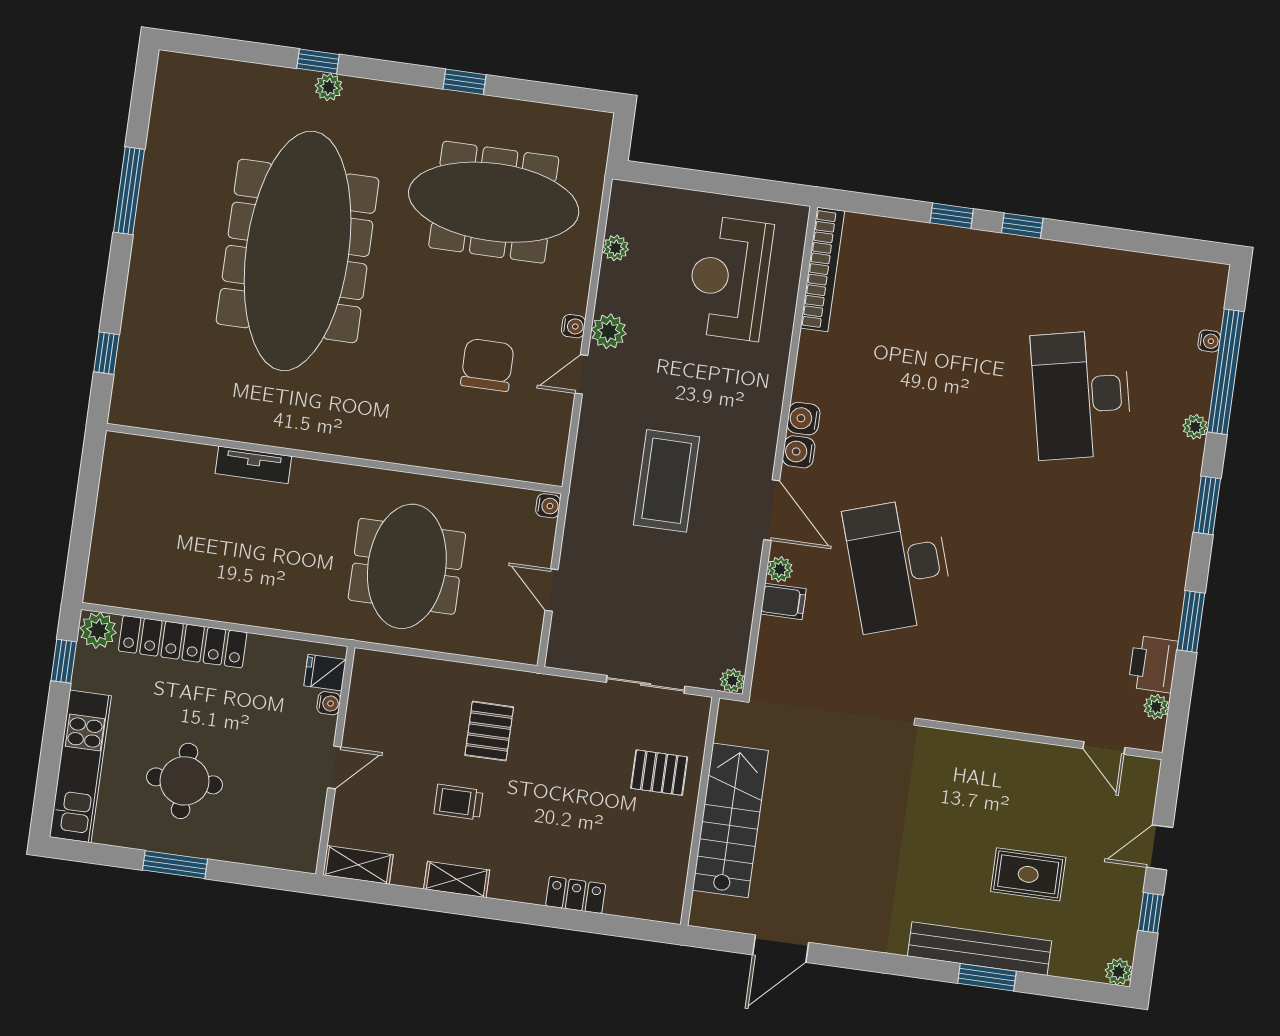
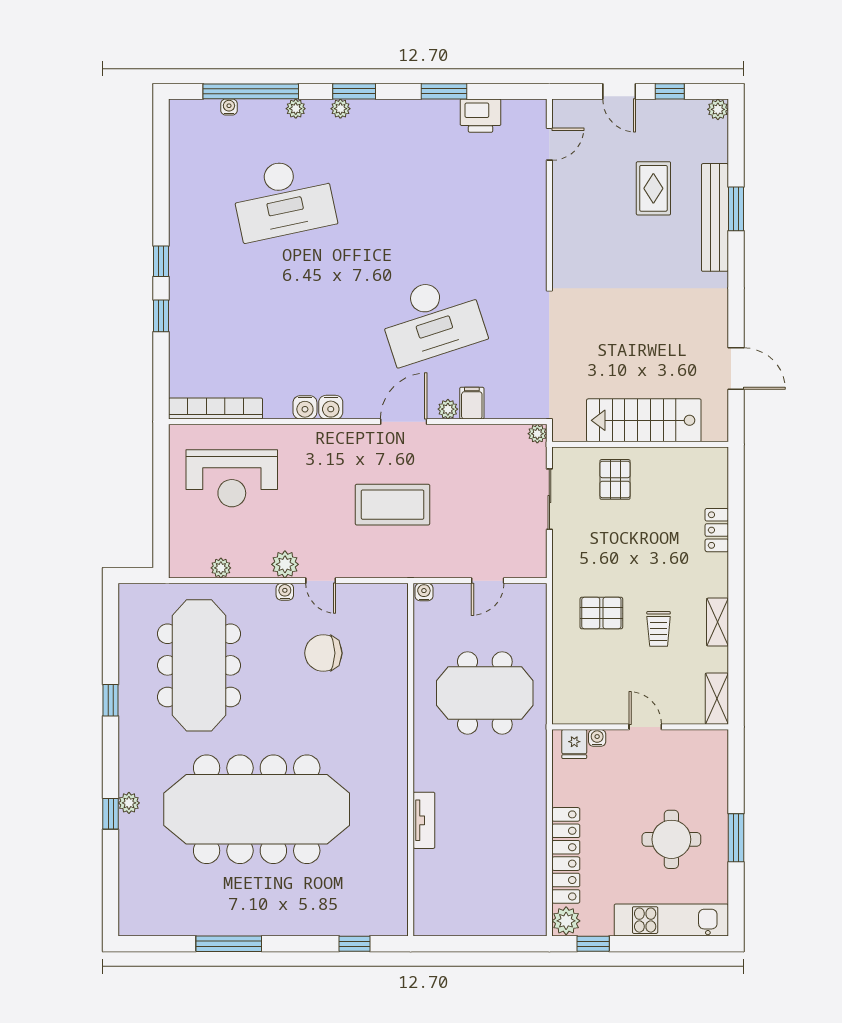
water cooler: (799, 452) -> (305, 407), moved
plant: (1156, 707) -> (340, 109), moved

